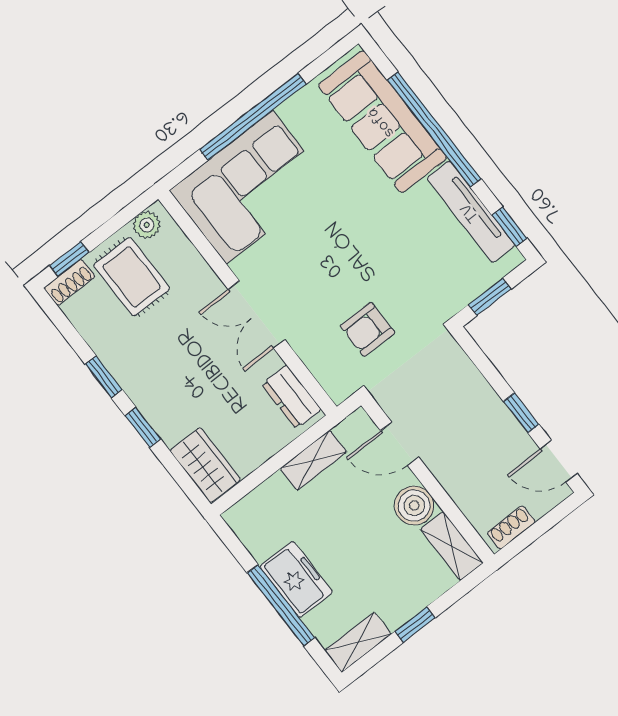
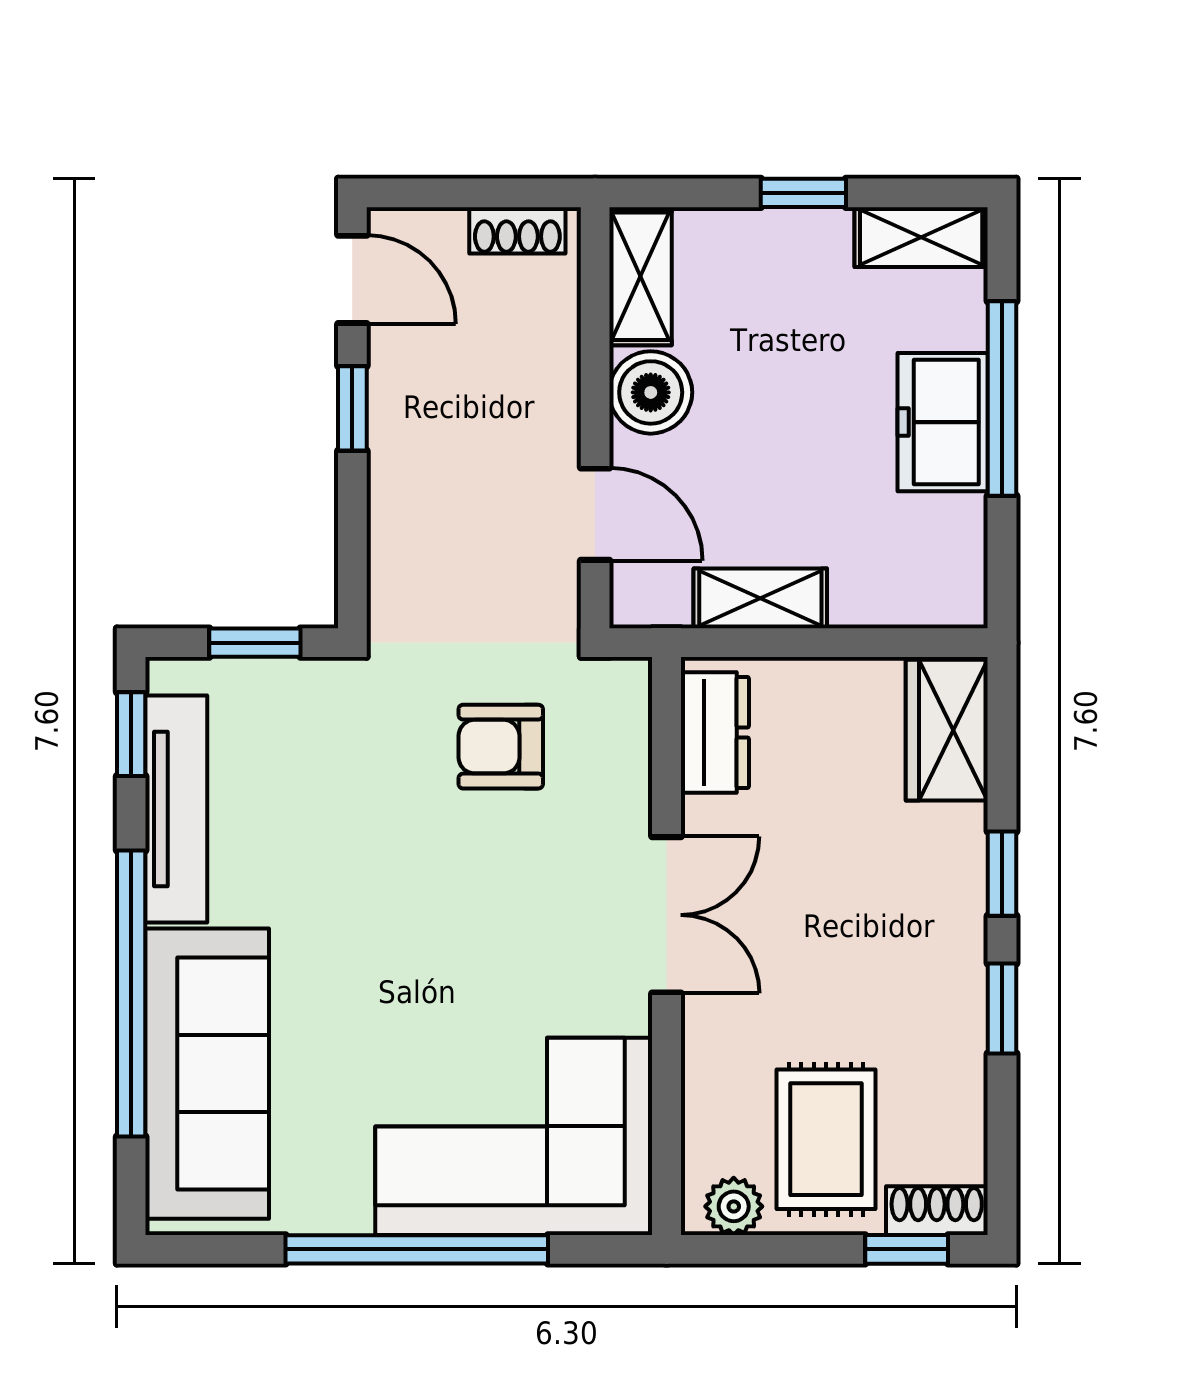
armchair: (367, 329) -> (501, 747), turned 180

